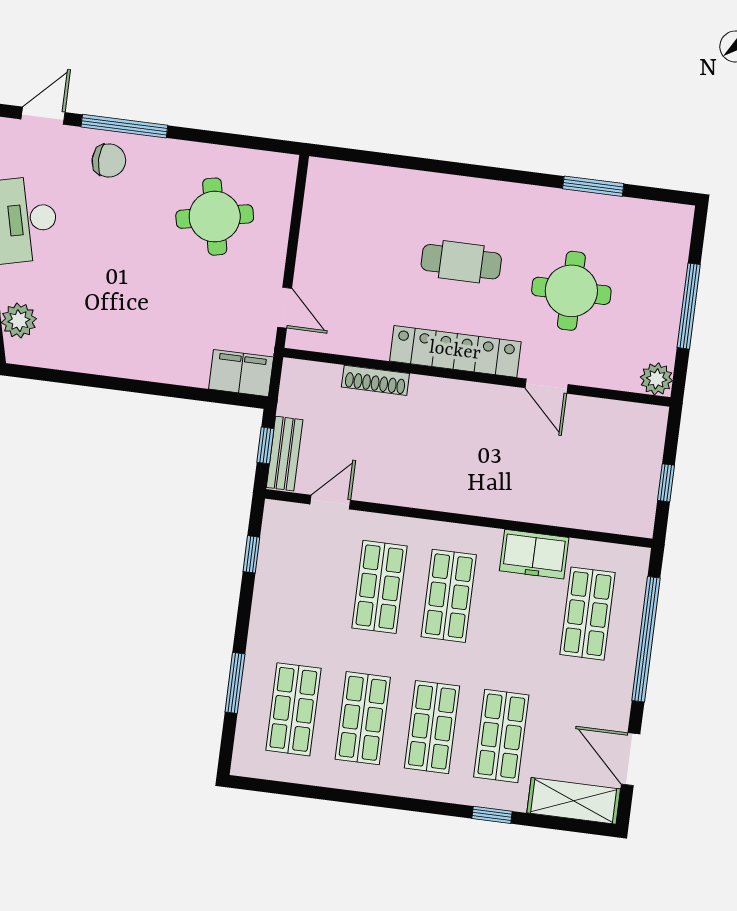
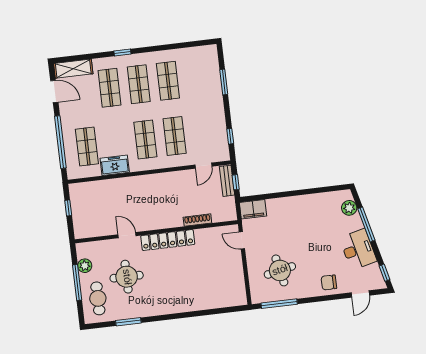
window: (124, 126) -> (279, 304), moved
cafe table: (461, 262) -> (98, 298), moved, turned 90
plant: (656, 379) -> (85, 266), moved
shop shelf: (293, 709) -> (197, 77), removed
window: (492, 815) -> (122, 52), moved

